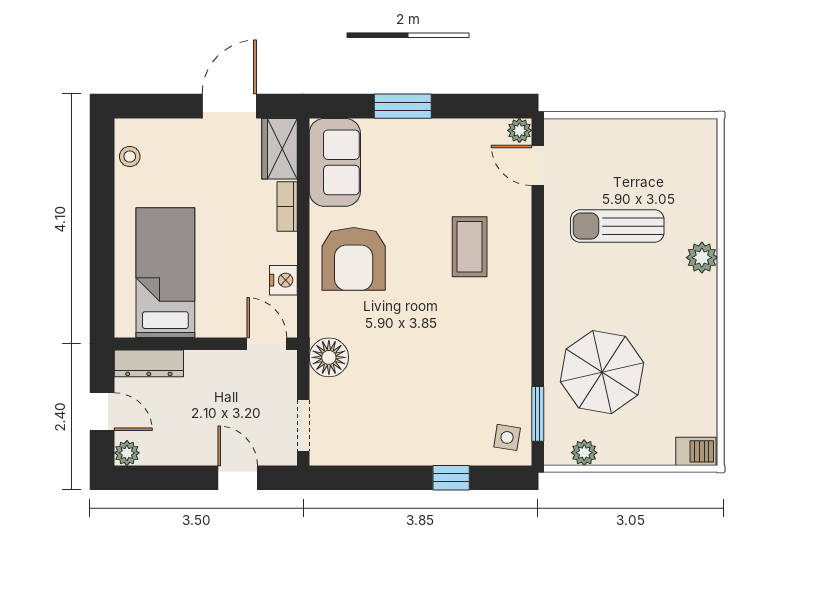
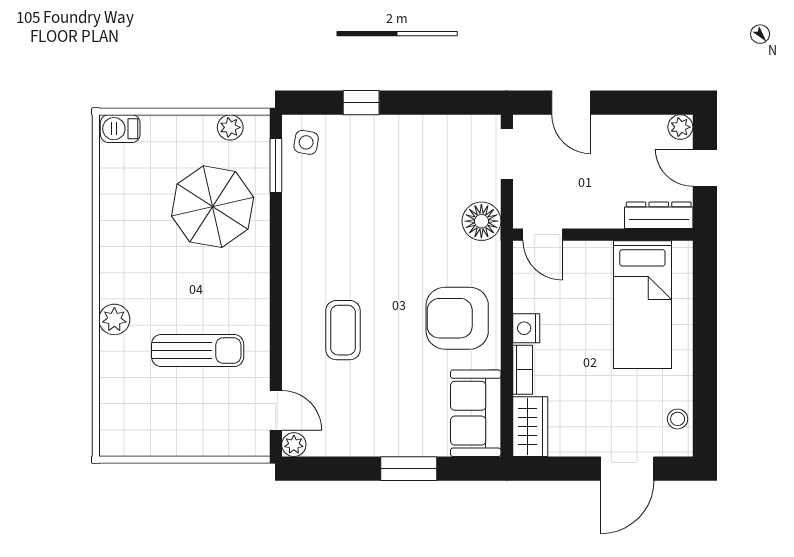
door: (229, 106) -> (627, 469), moved
armchair: (354, 259) -> (457, 318), turned -90
nightstand: (283, 280) -> (526, 328), moved

